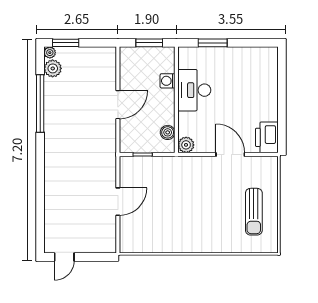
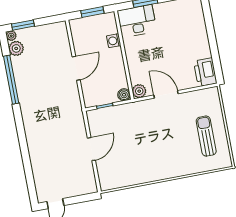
desk: (194, 90) -> (137, 21), moved, turned 90
boiler: (168, 132) -> (124, 95), moved
door: (230, 155) -> (166, 94), moved
sun lounger: (254, 212) -> (206, 136), turned 180

